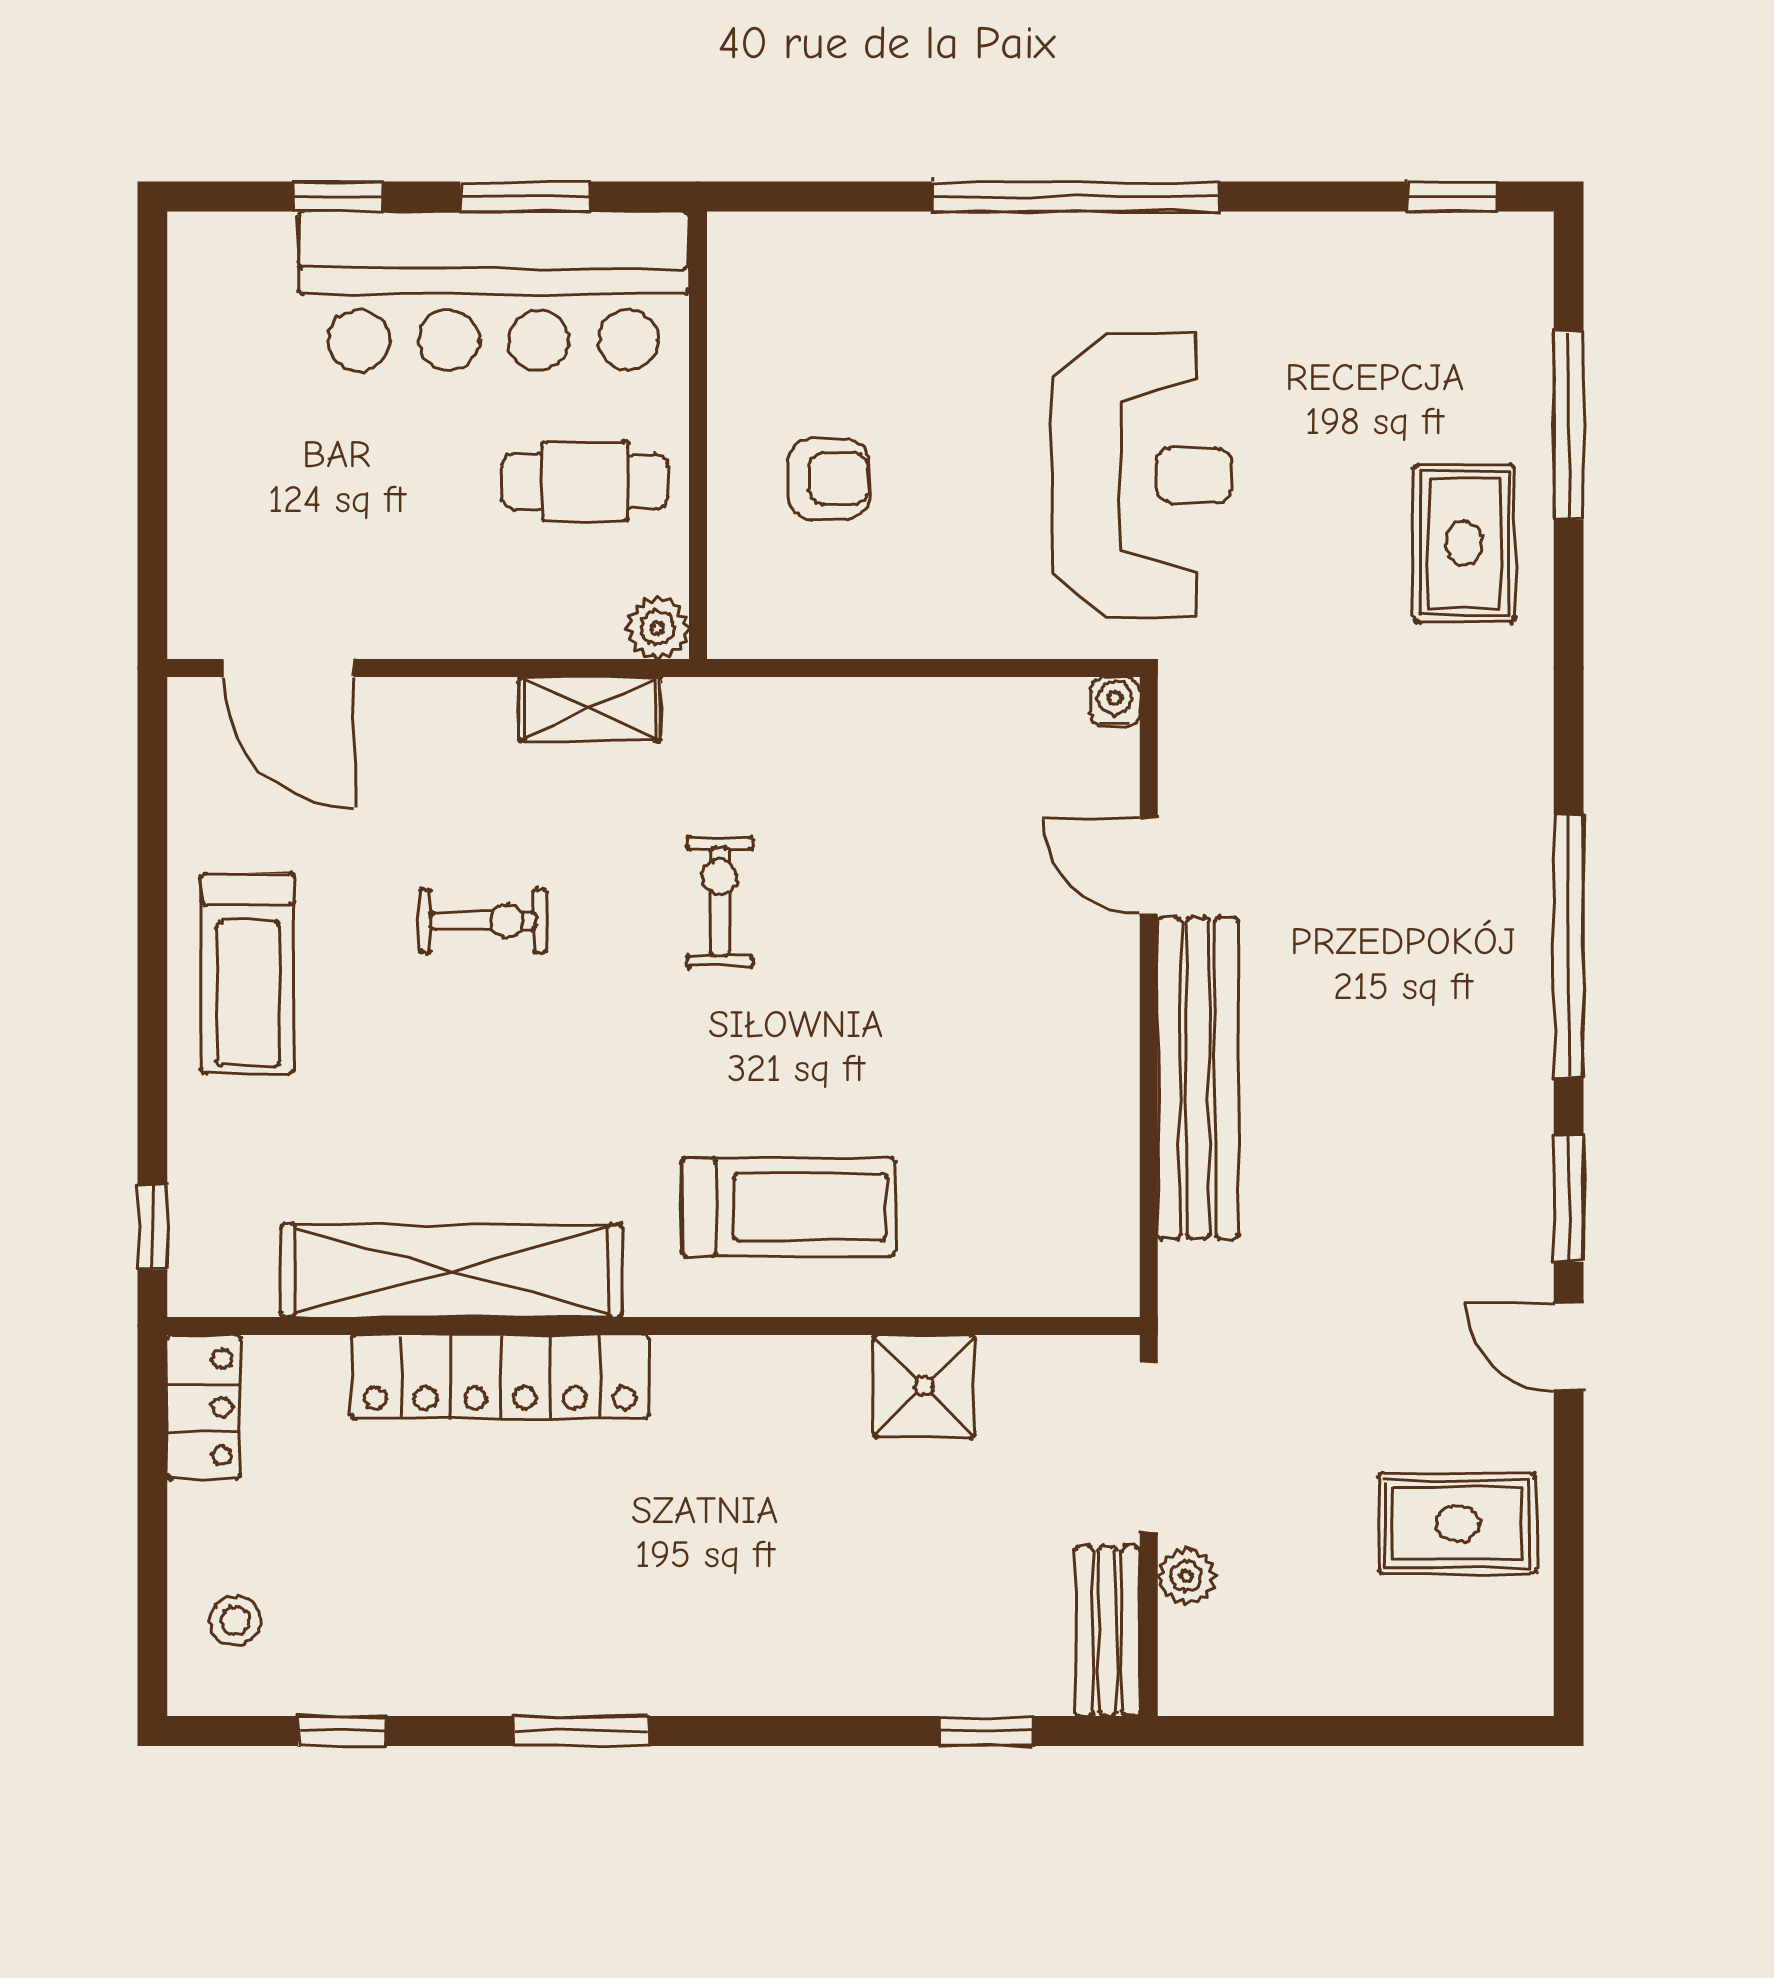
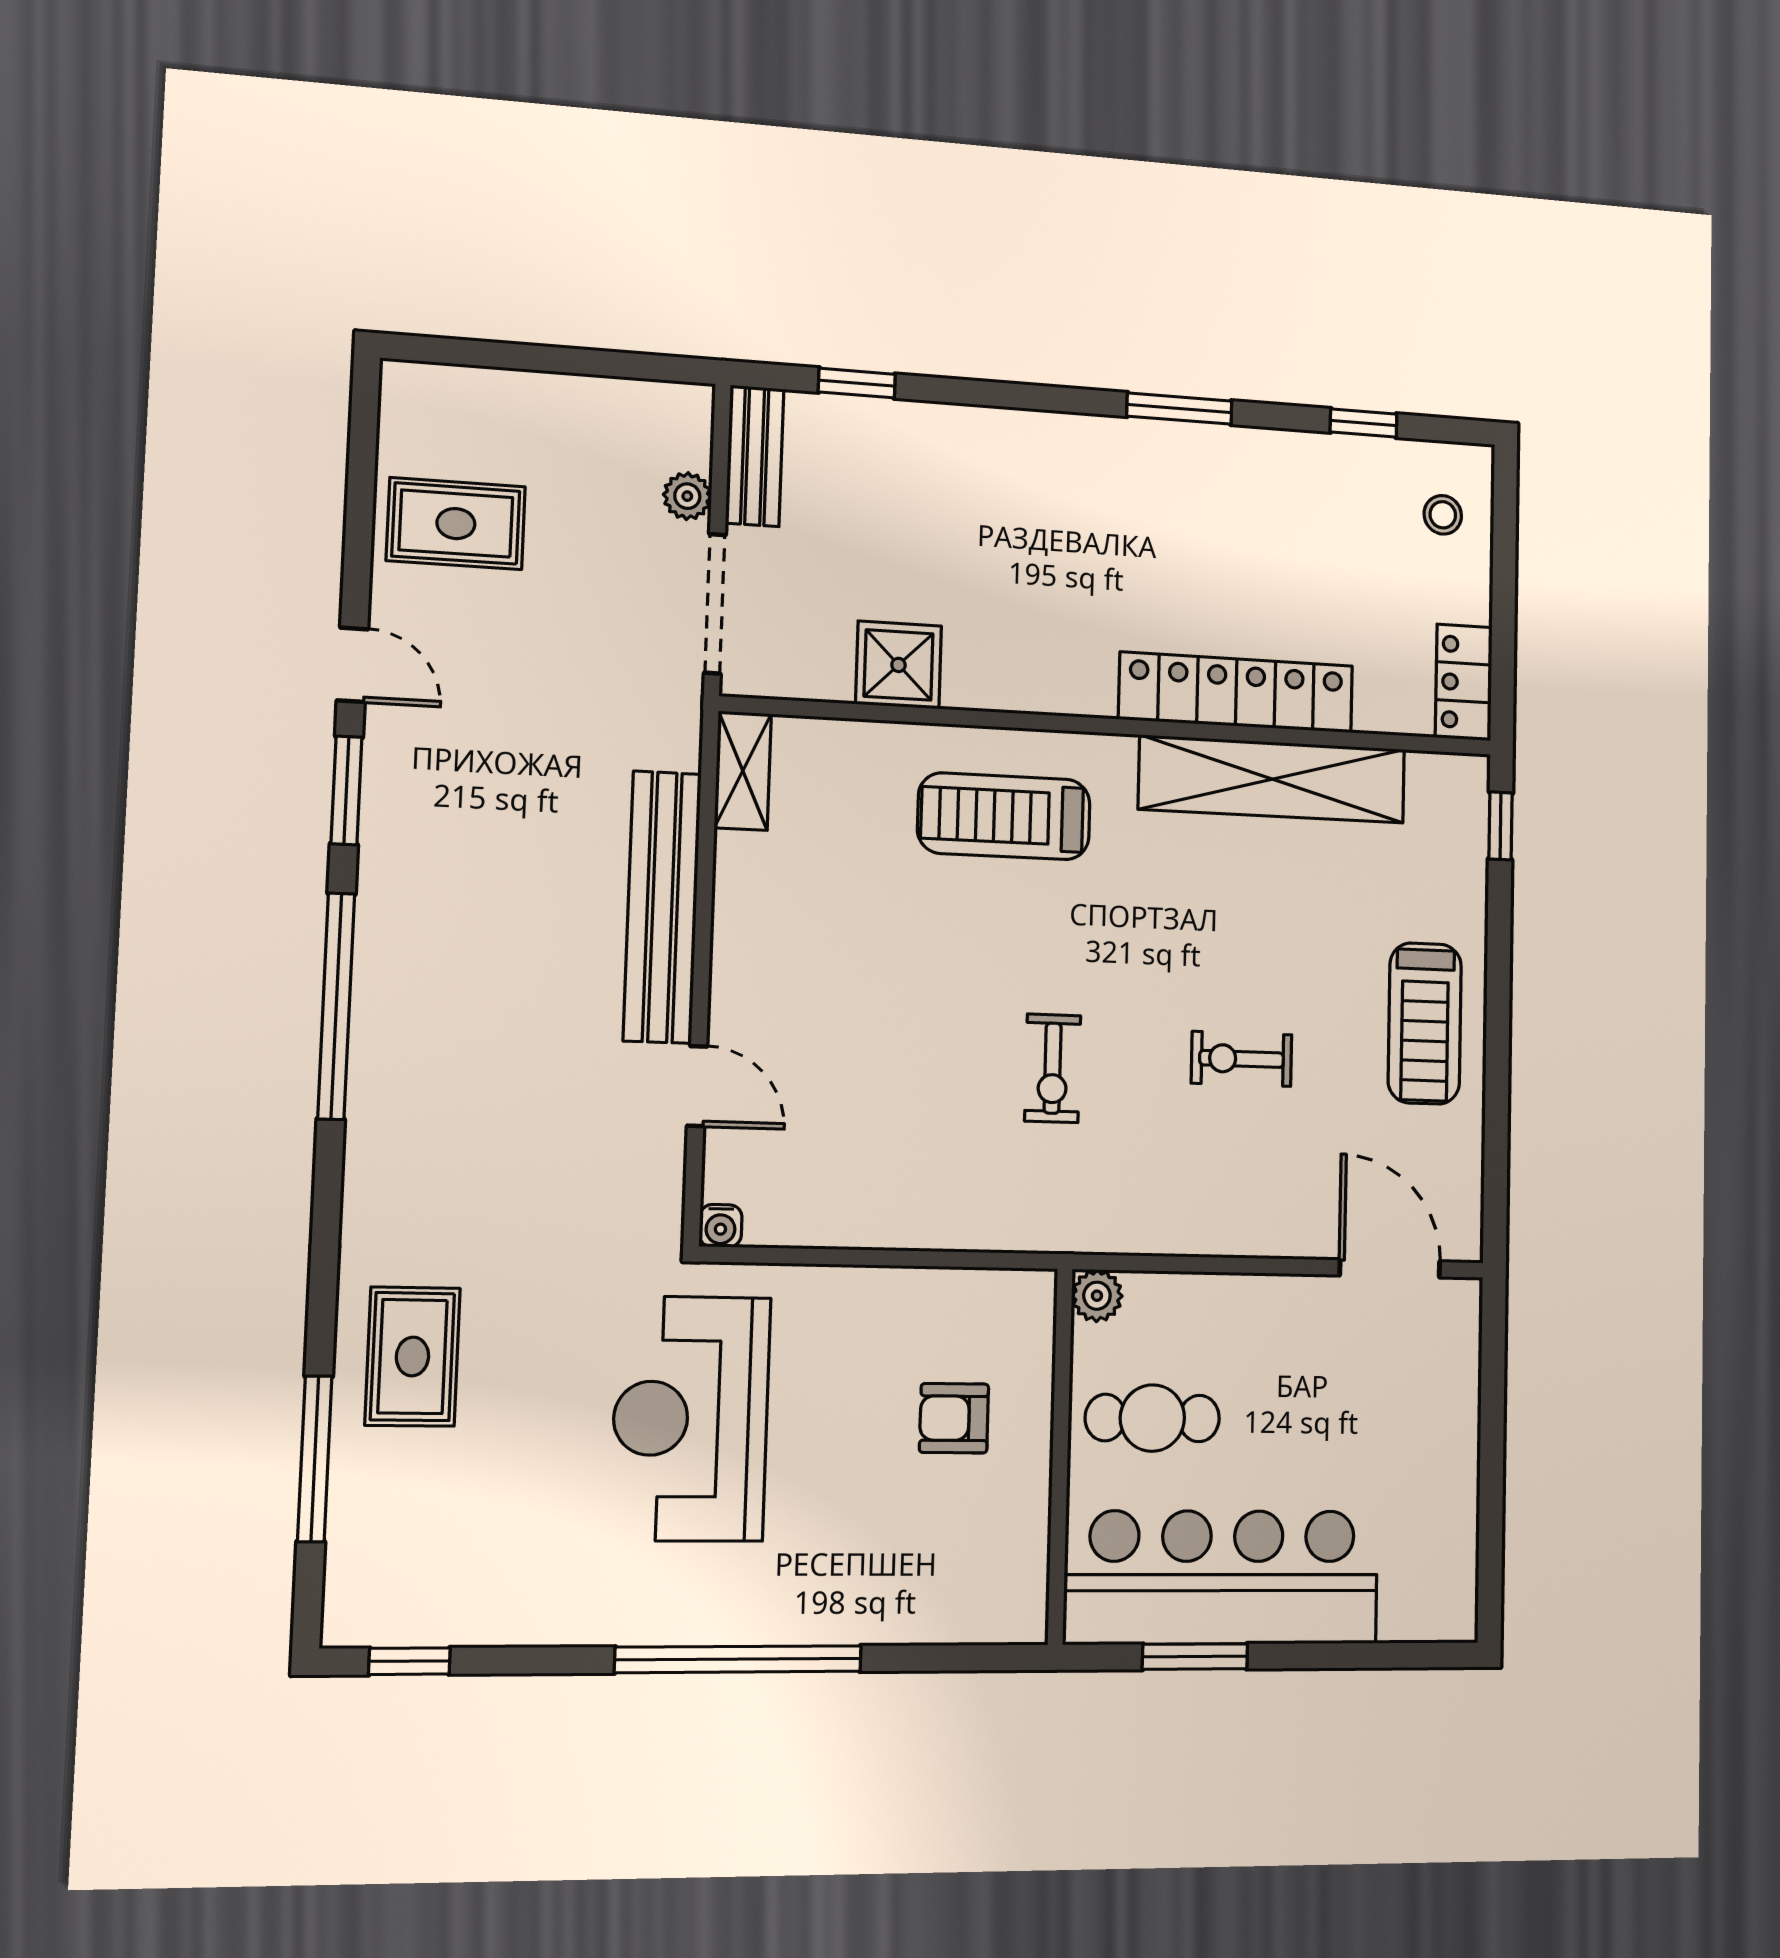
window: (338, 196) -> (1344, 1656), removed
shelving: (590, 709) -> (743, 771), moved, turned 90
treadmill: (248, 973) -> (1425, 1023), turned 180

